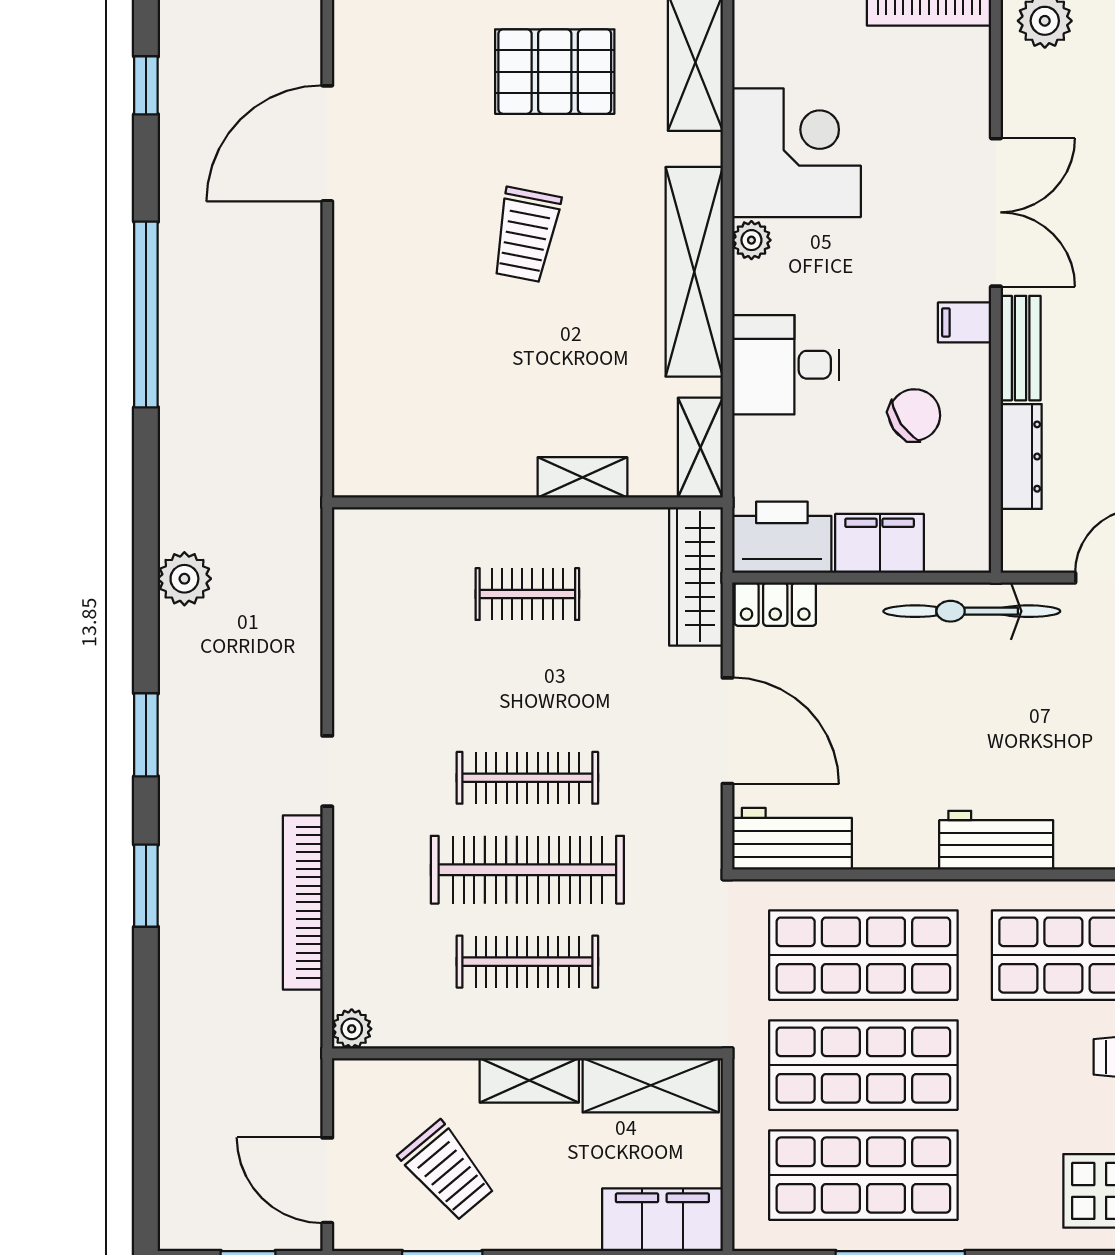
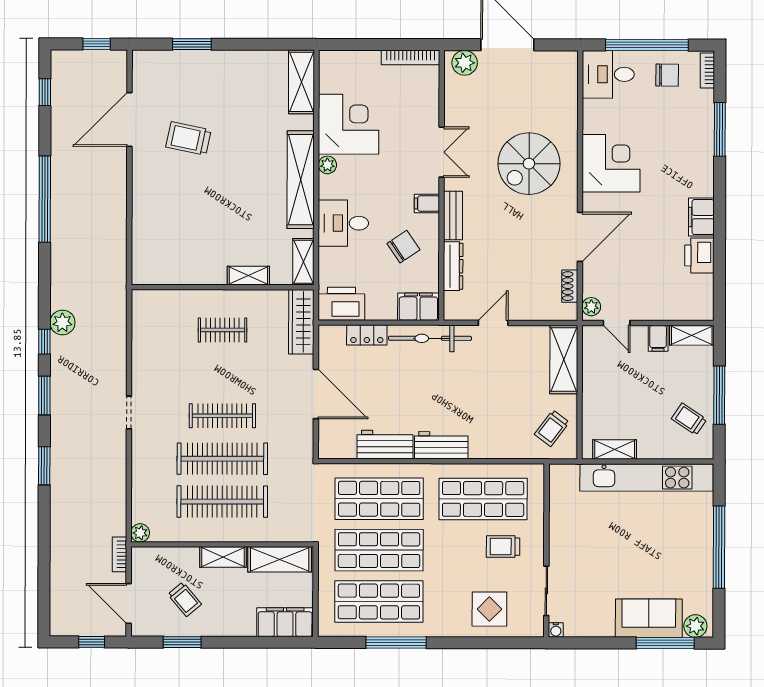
pallet: (555, 72) -> (236, 86), removed
double door: (996, 212) -> (442, 152), width x0.73
trolley: (526, 235) -> (188, 138), moved, turned 91
filing cabinet: (880, 543) -> (418, 307), moved
locker: (775, 604) -> (367, 335), moved
window: (146, 620) -> (44, 342), added
workbench: (792, 839) -> (385, 444), moved
bookcase: (303, 902) -> (119, 554), moved, width x0.43, depth x0.76
clothes rail: (527, 962) -> (222, 502), width x1.37, depth x1.31
trolley: (447, 1171) -> (185, 599), width x0.73, depth x0.72

